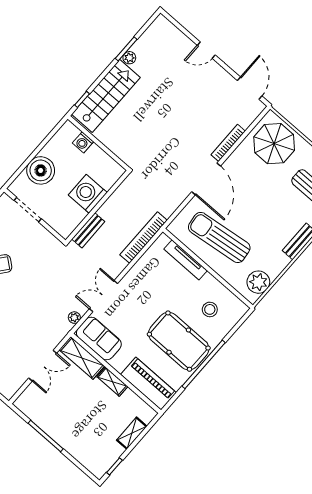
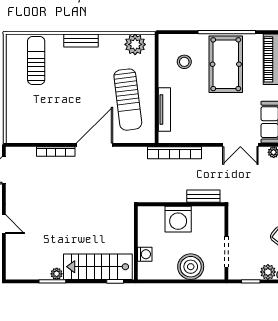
parasol: (274, 144) -> (28, 119), removed

